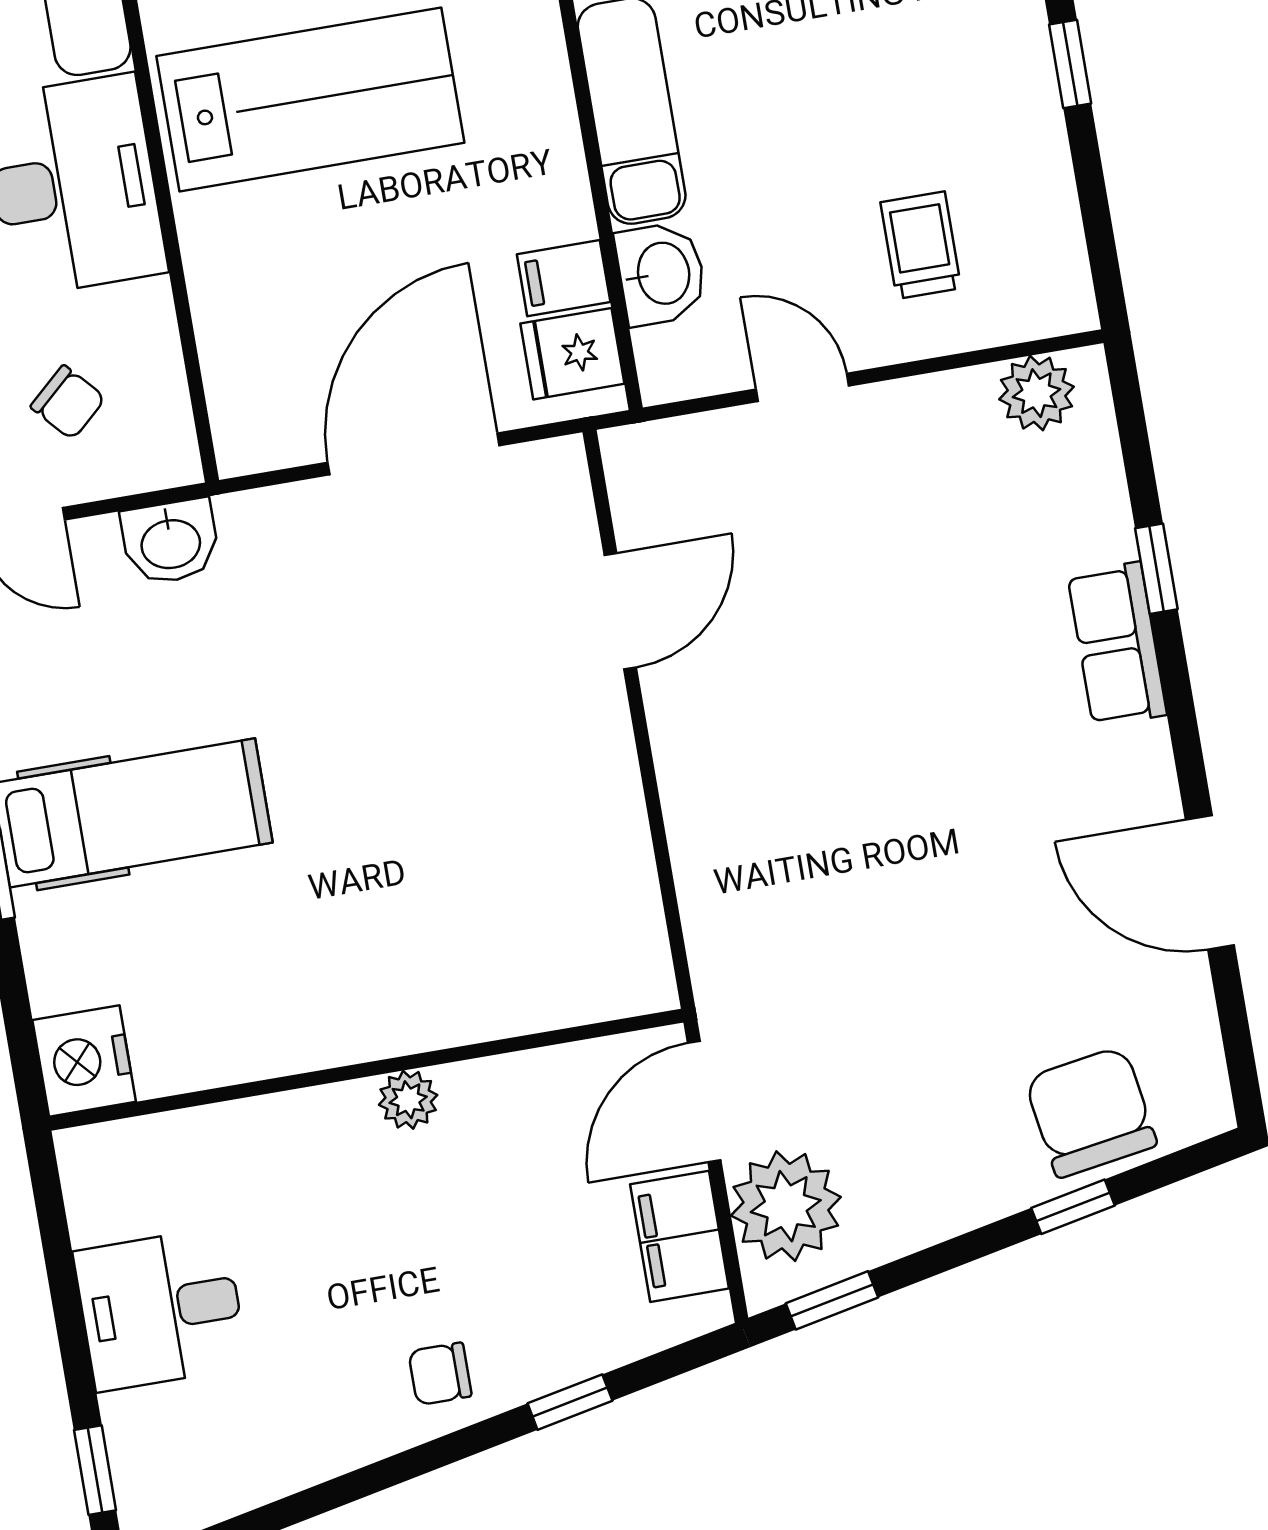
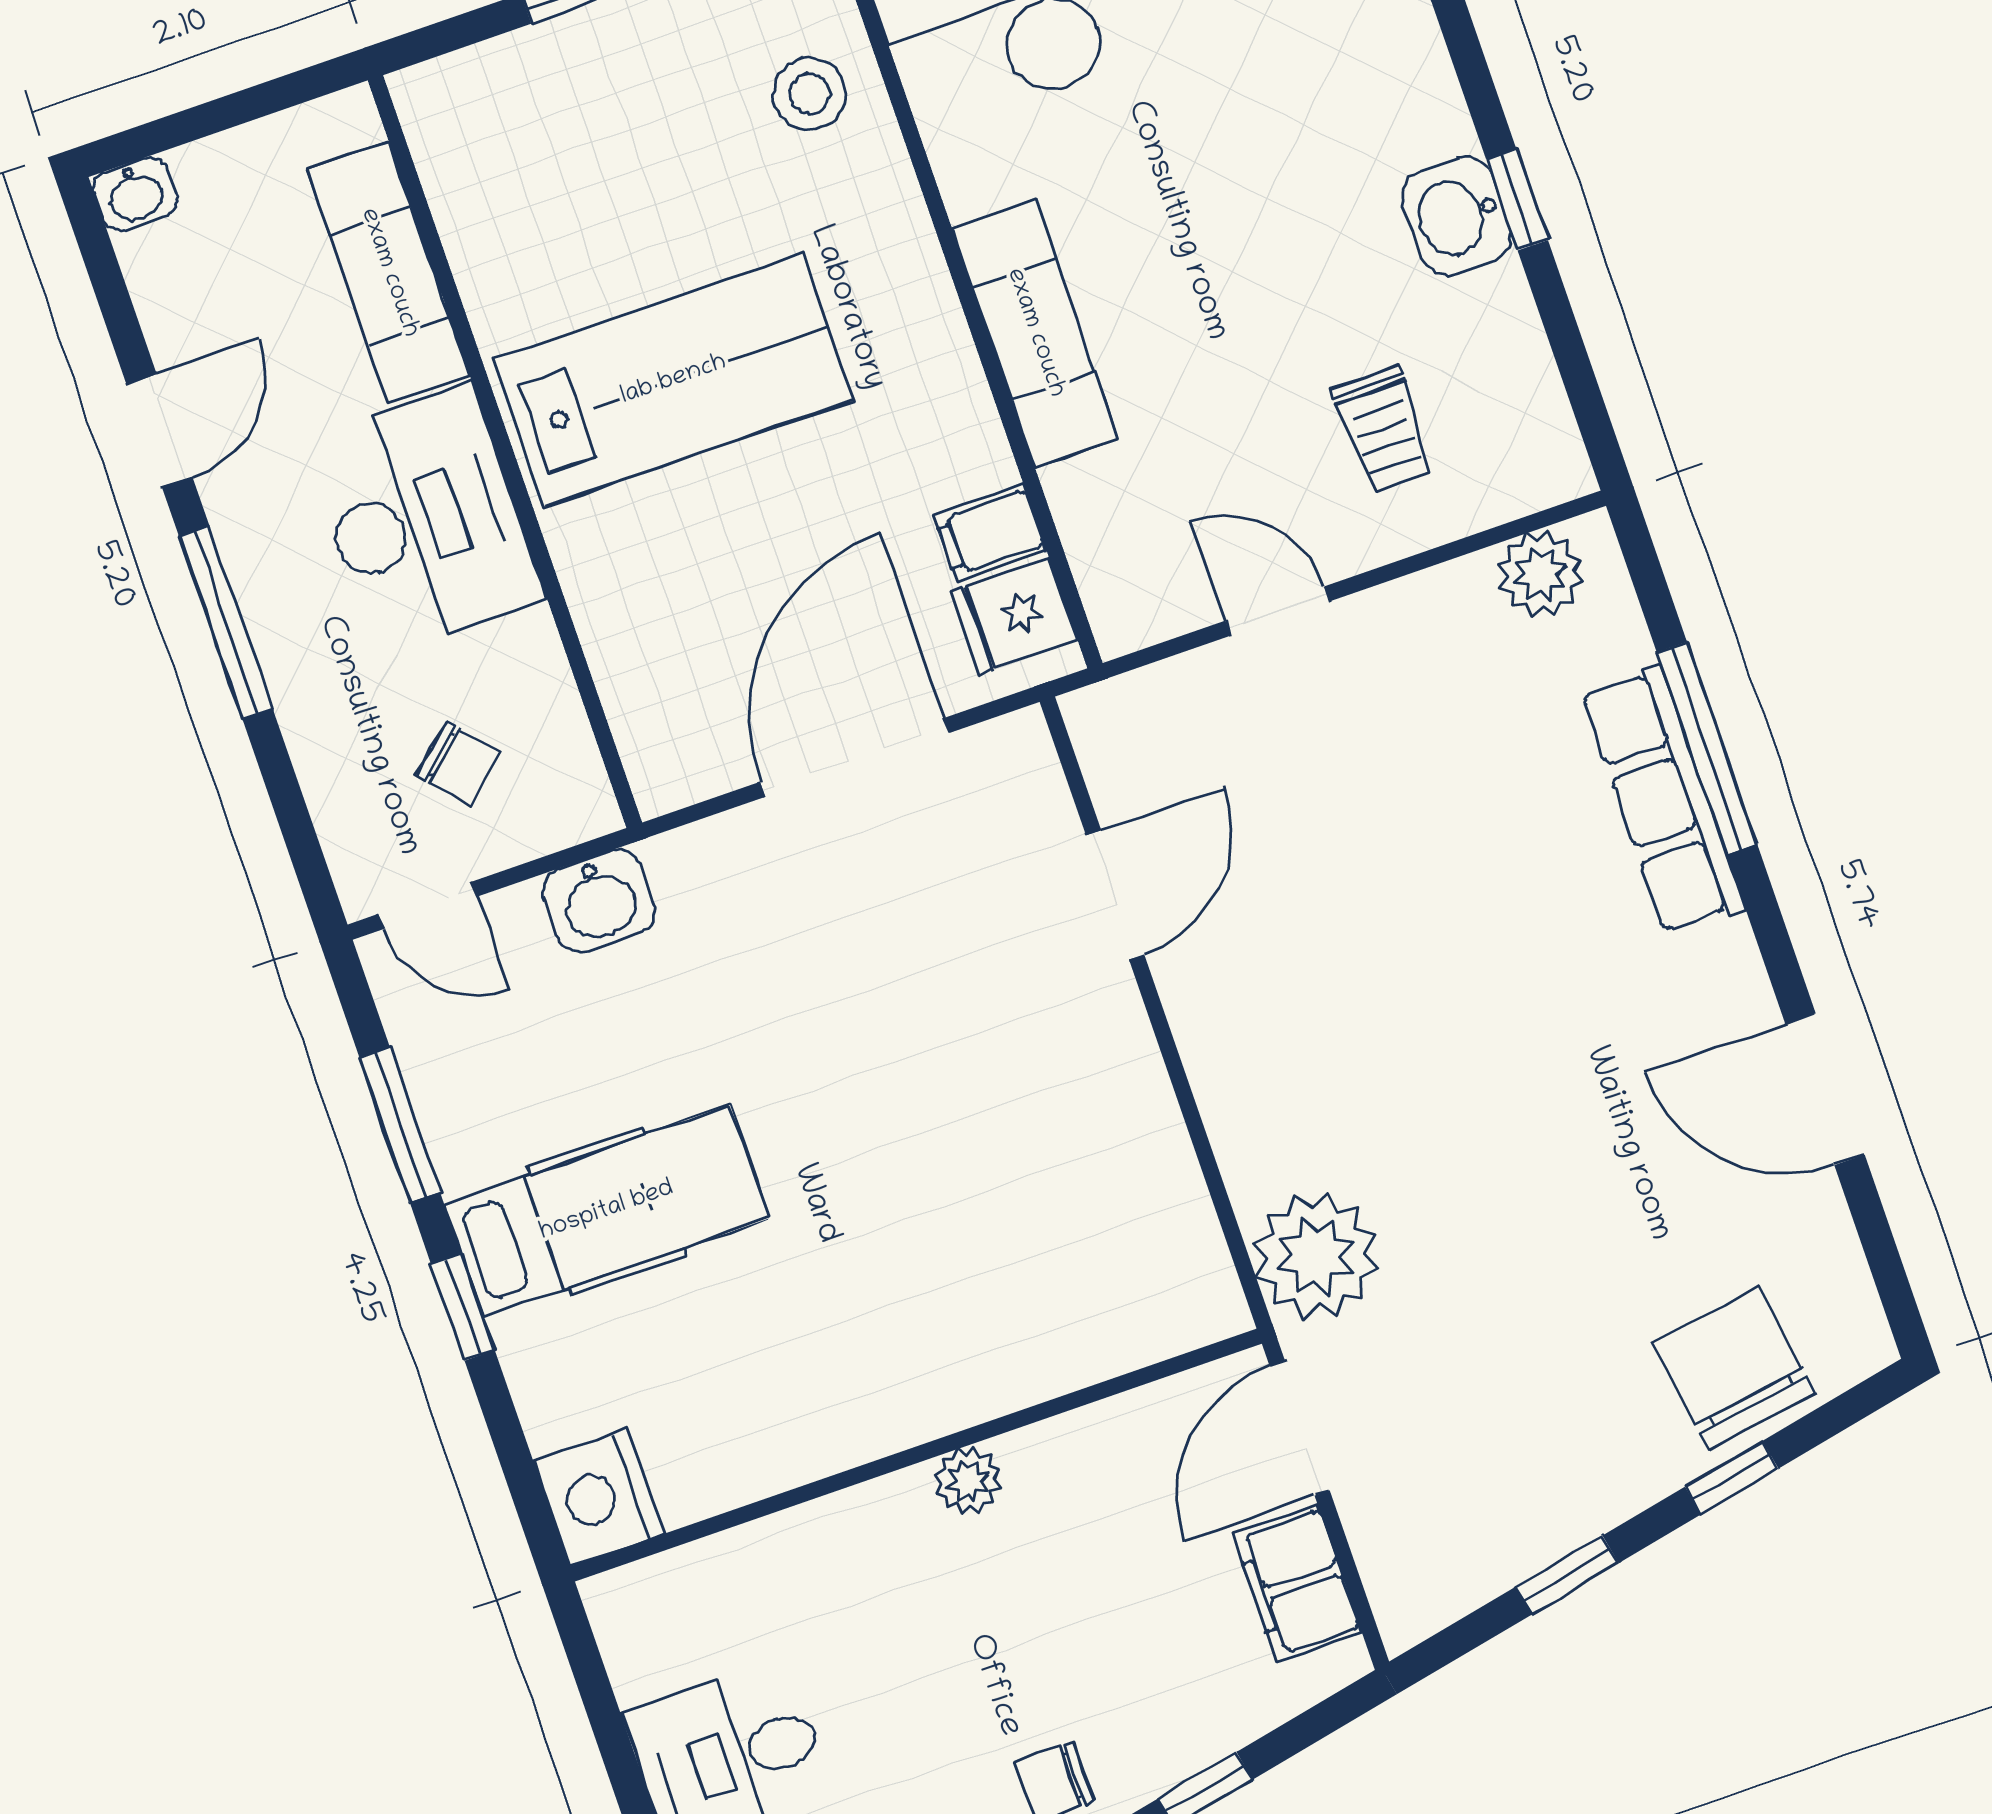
trolley: (921, 245) -> (1383, 430), turned 180
washbasin: (661, 274) -> (1457, 216), moved, turned 180
window: (1156, 569) -> (1707, 748), width x2.17
row of seats: (1117, 644) -> (1663, 800), width x1.48
plant: (786, 1206) -> (1315, 1256), moved
window: (832, 1300) -> (1567, 1575), moved

